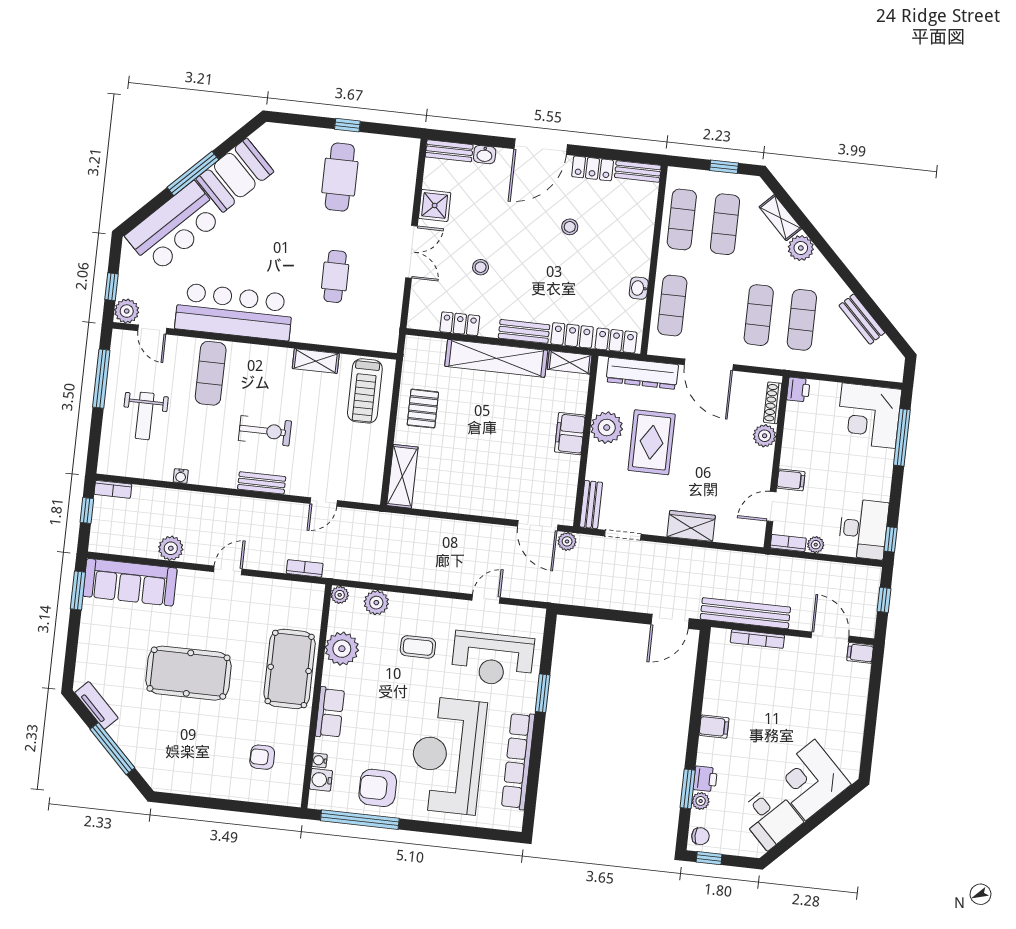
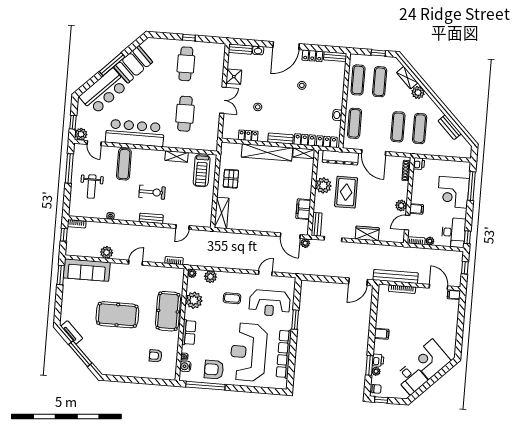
cafe table: (335, 276) -> (185, 114), width x1.37, depth x1.35
corner desk: (869, 416) -> (453, 192), moved
filing cabinet: (570, 434) -> (303, 209), moved
plant: (765, 436) -> (401, 206), moved

